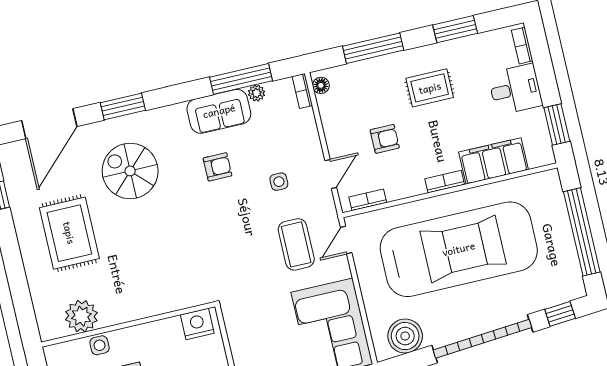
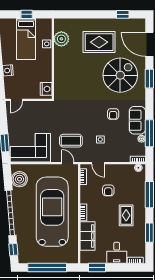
spiral stairs: (130, 171) -> (120, 75), width x1.37, depth x1.37
car: (459, 249) -> (52, 212), turned 180

